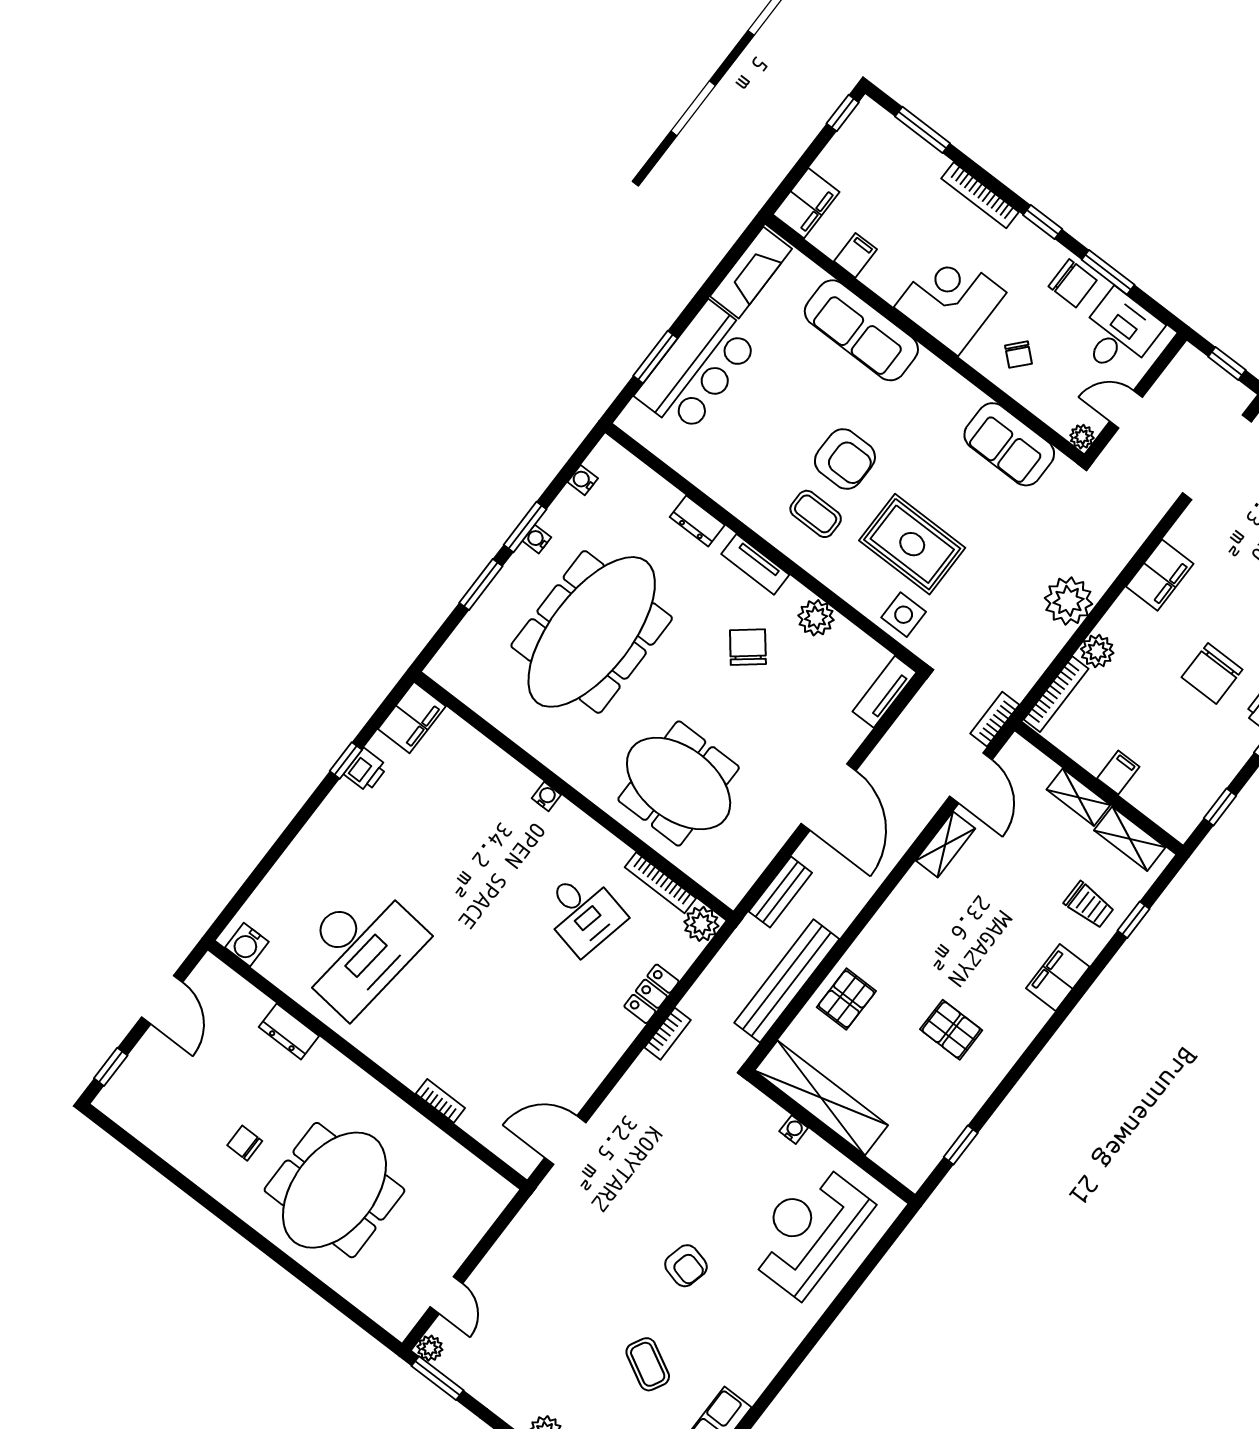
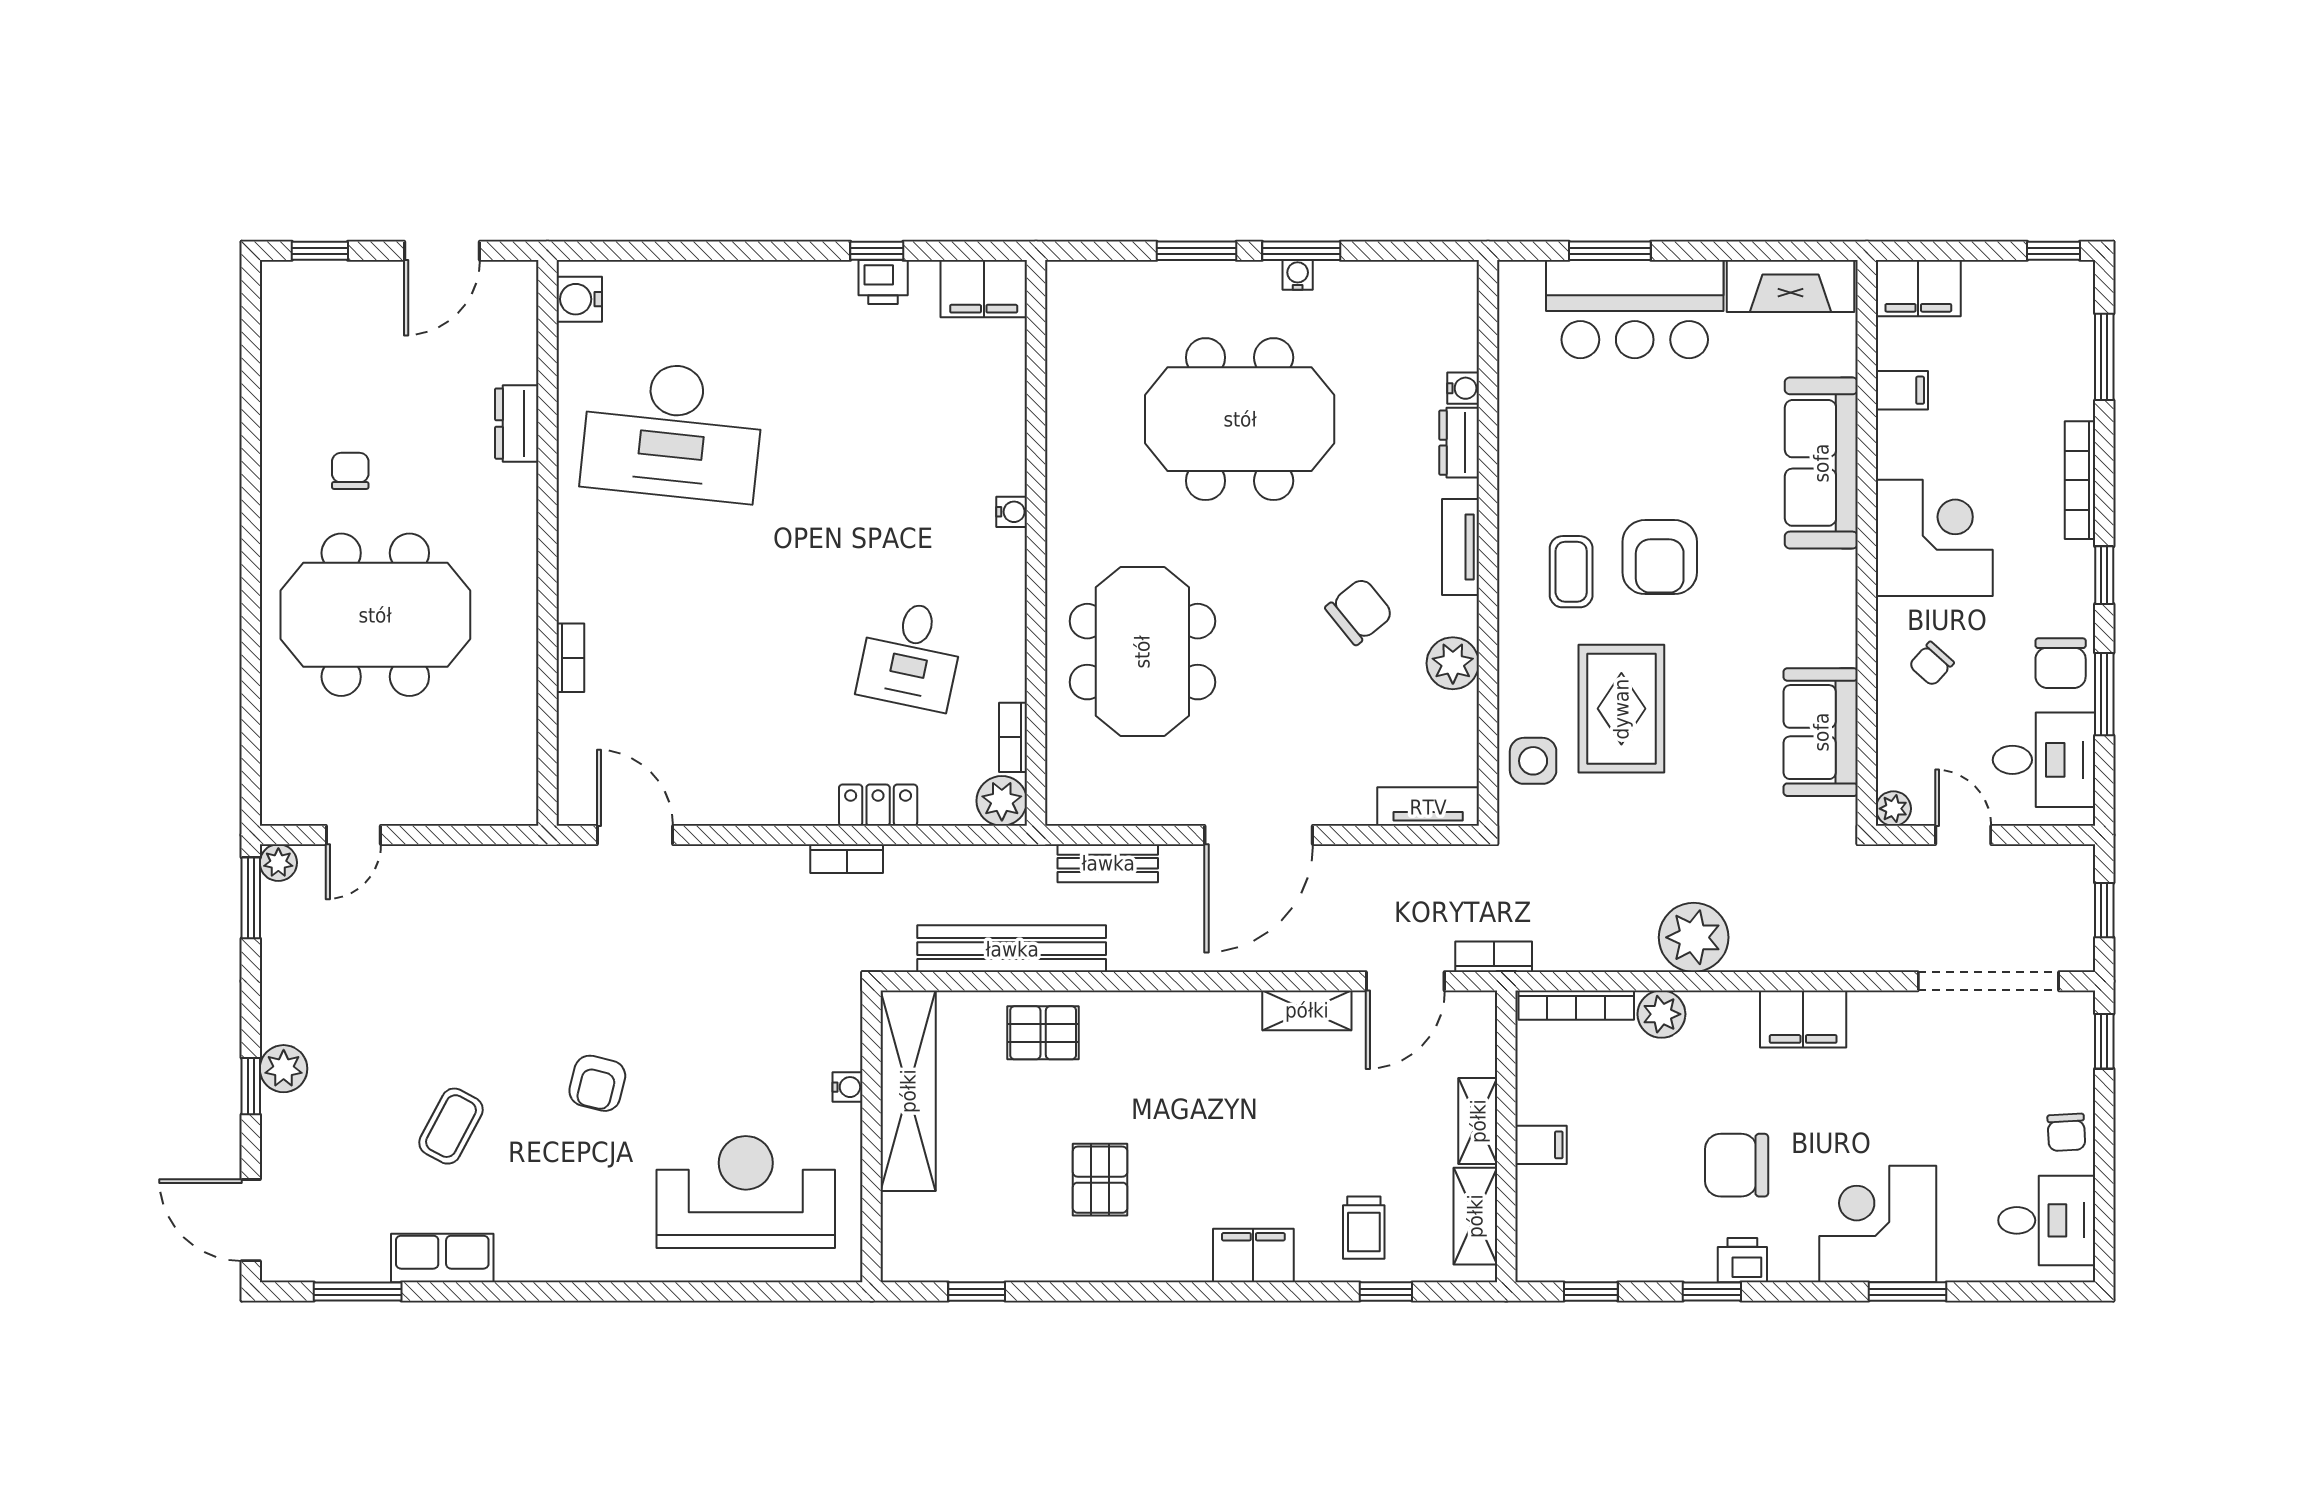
water cooler: (583, 480) -> (1463, 388), moved, turned 90
meeting table: (592, 632) -> (1240, 419), width x0.73
bookcase: (660, 883) -> (1013, 737), width x0.64

